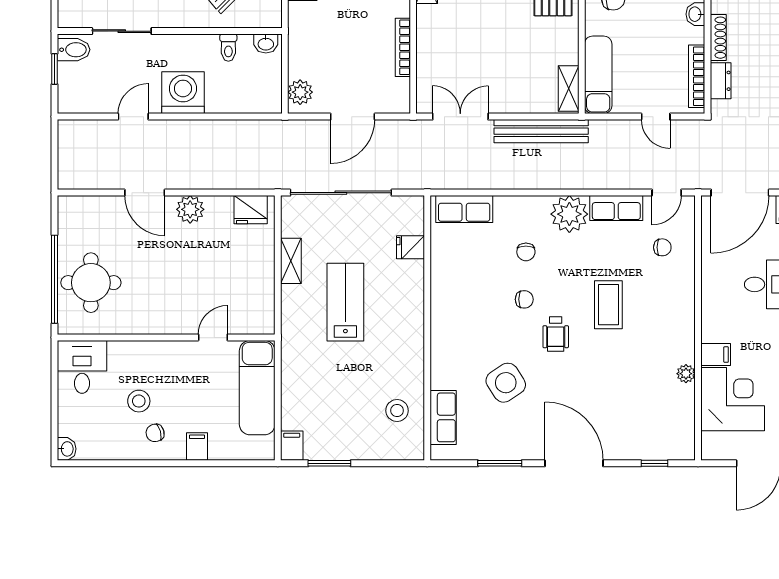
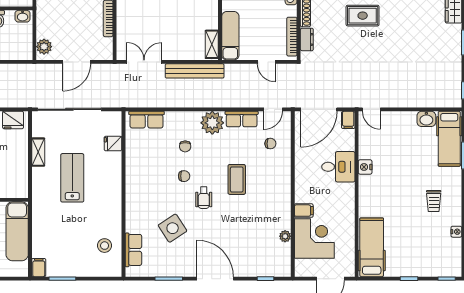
plant: (686, 374) -> (285, 236), moved

